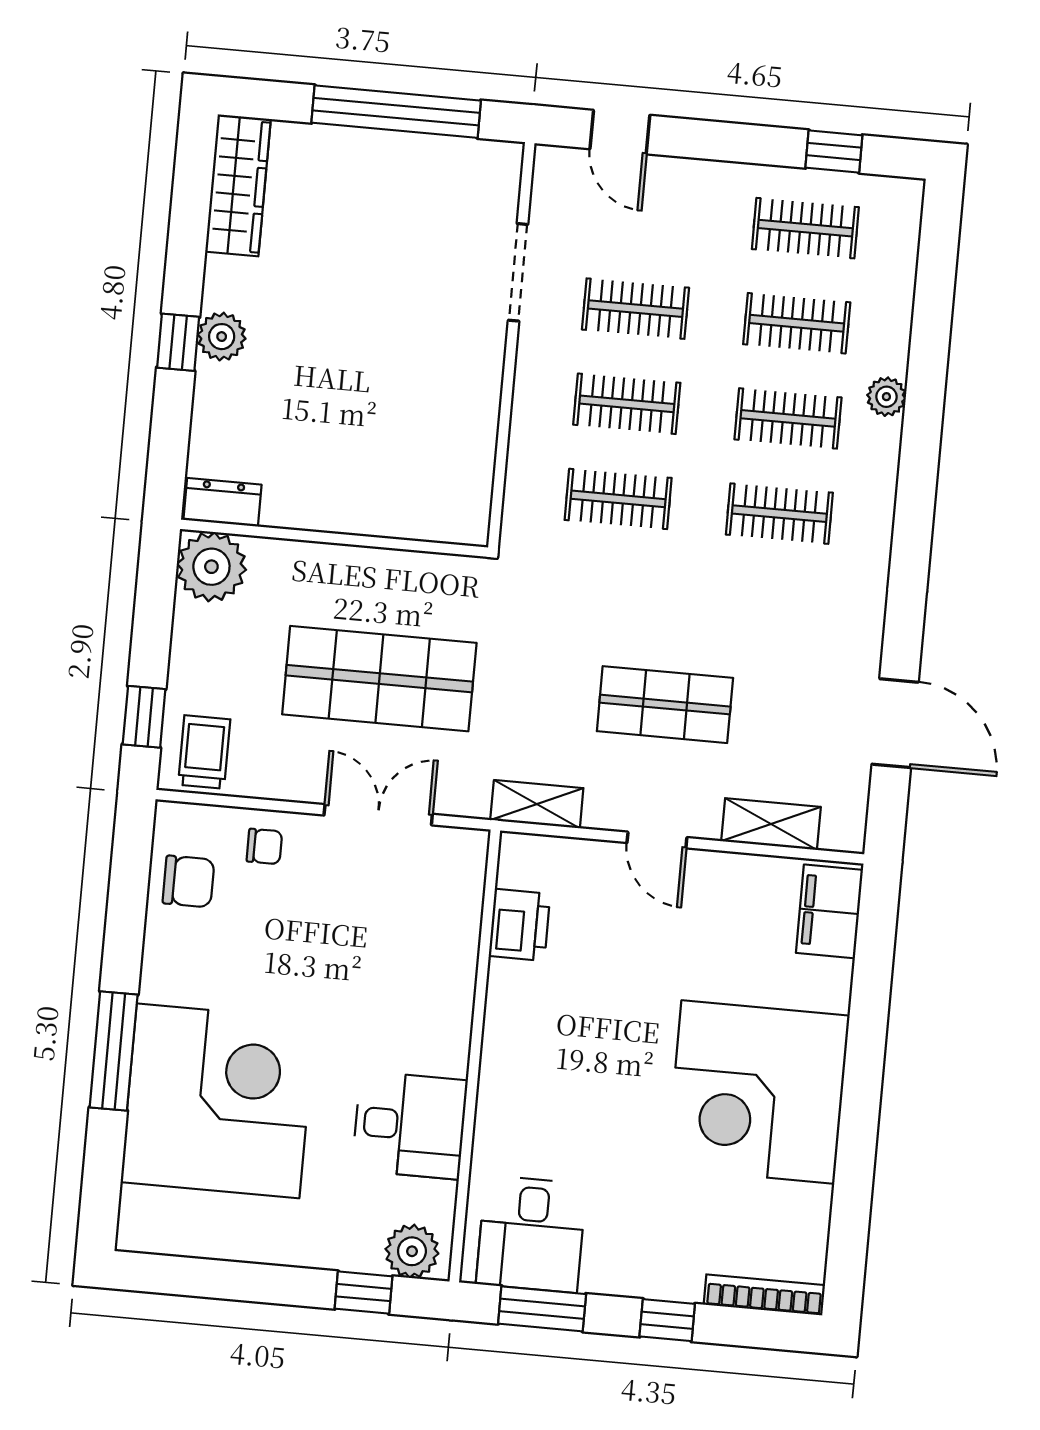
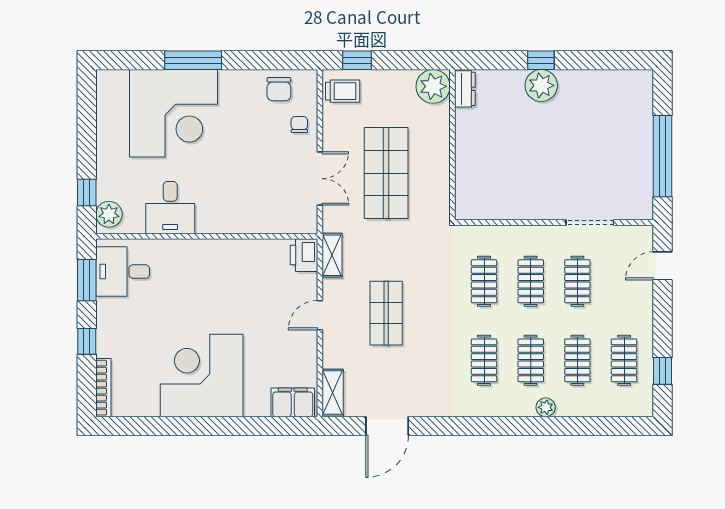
wardrobe: (238, 185) -> (620, 82), removed
plant: (222, 337) -> (541, 85), width x1.36, depth x1.36
shelving: (771, 824) -> (333, 393), moved
chair: (264, 846) -> (299, 125), turned 180
printer: (520, 925) -> (304, 255), moved, turned 90

